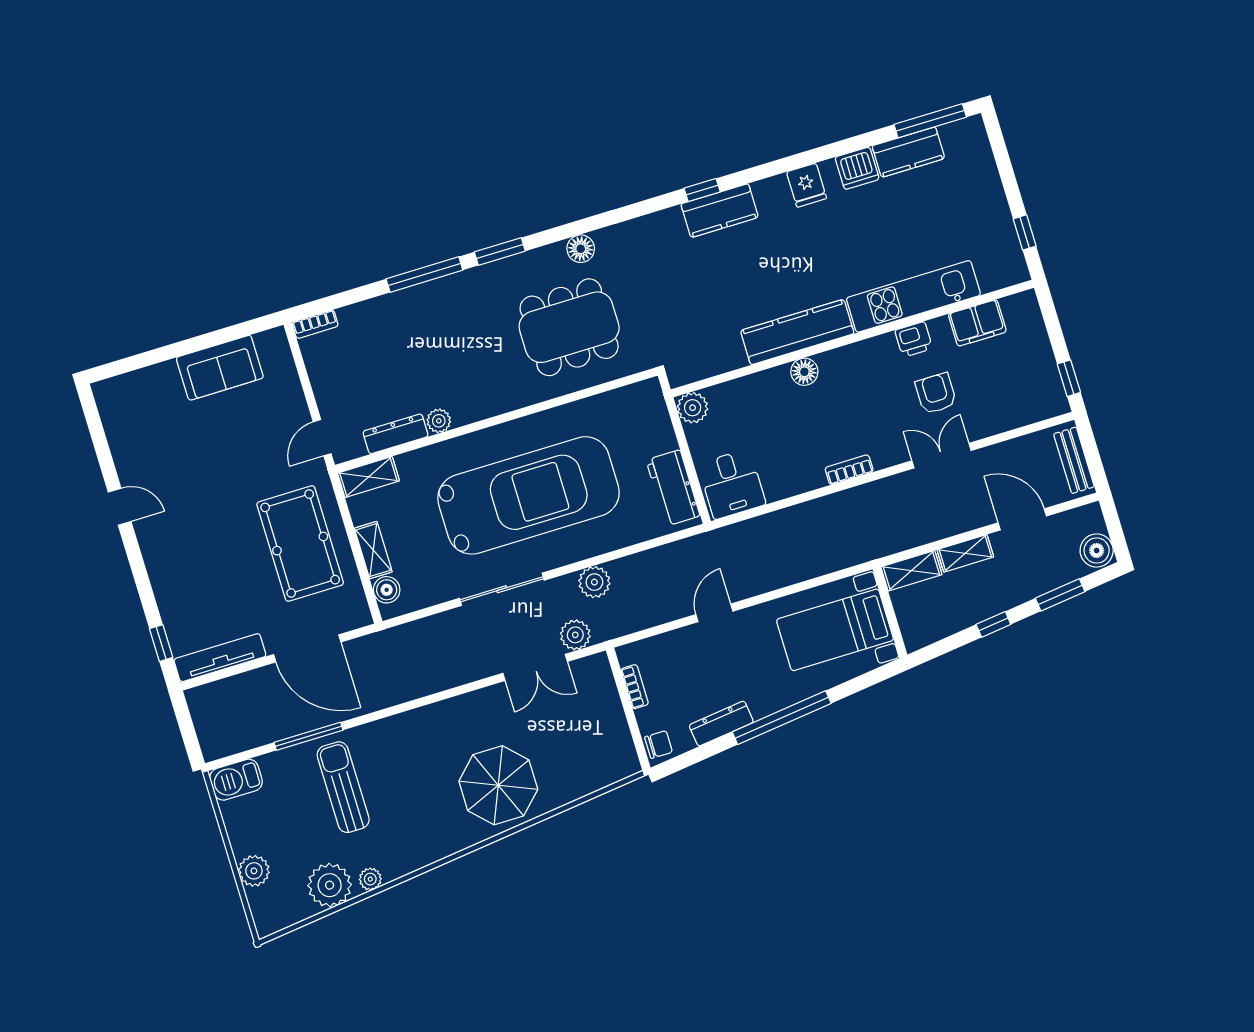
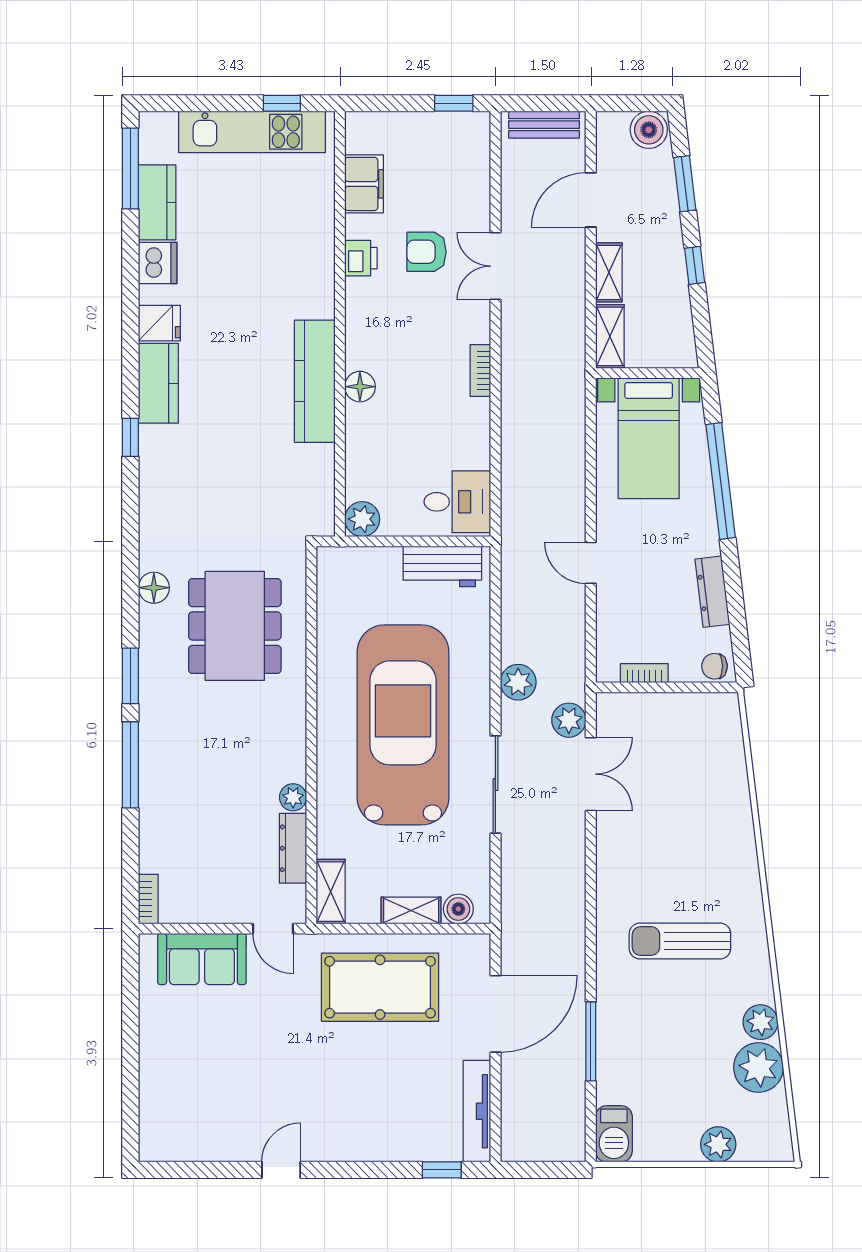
kitchen counter: (720, 211) -> (158, 383), moved
kitchen unit: (913, 296) -> (252, 132), moved, turned -90
sofa: (220, 368) -> (202, 959), moved, turned 90
window: (782, 718) -> (721, 481), moved
chair: (659, 744) -> (714, 666), turned -90
parasol: (498, 785) -> (706, 853), removed
sun lounger: (343, 787) -> (680, 941), moved
plant: (370, 879) -> (760, 1022), width x1.38, depth x1.38

